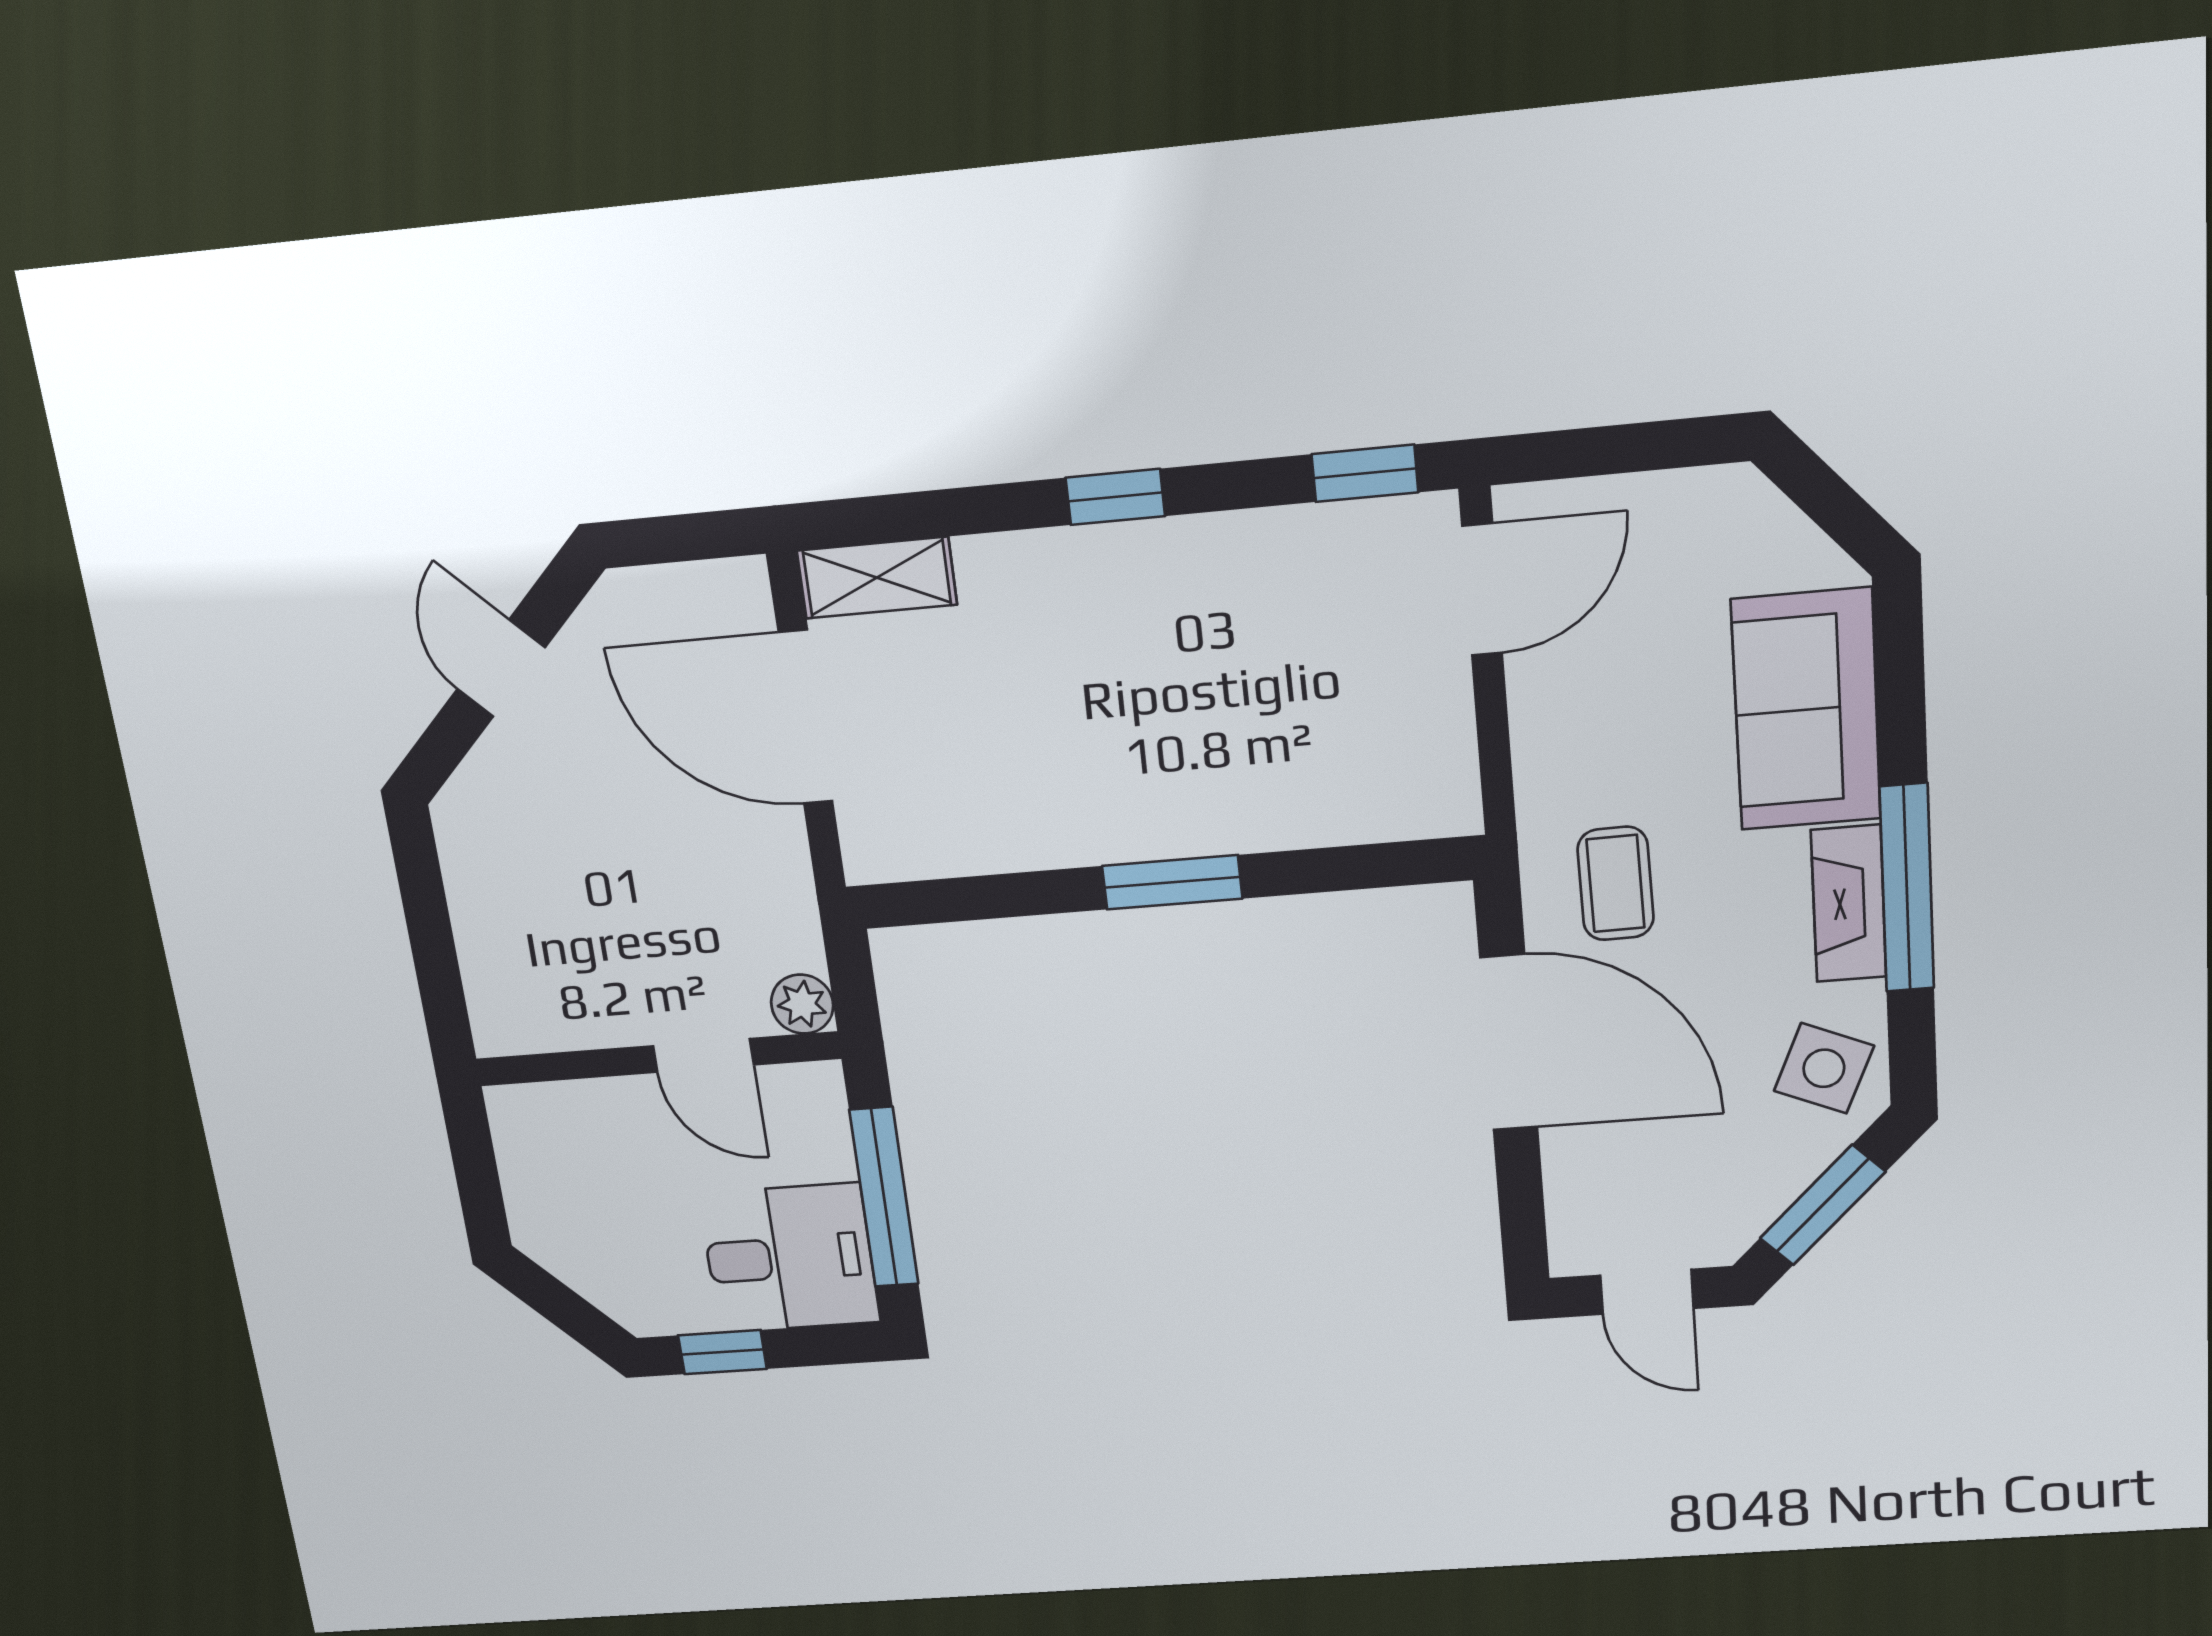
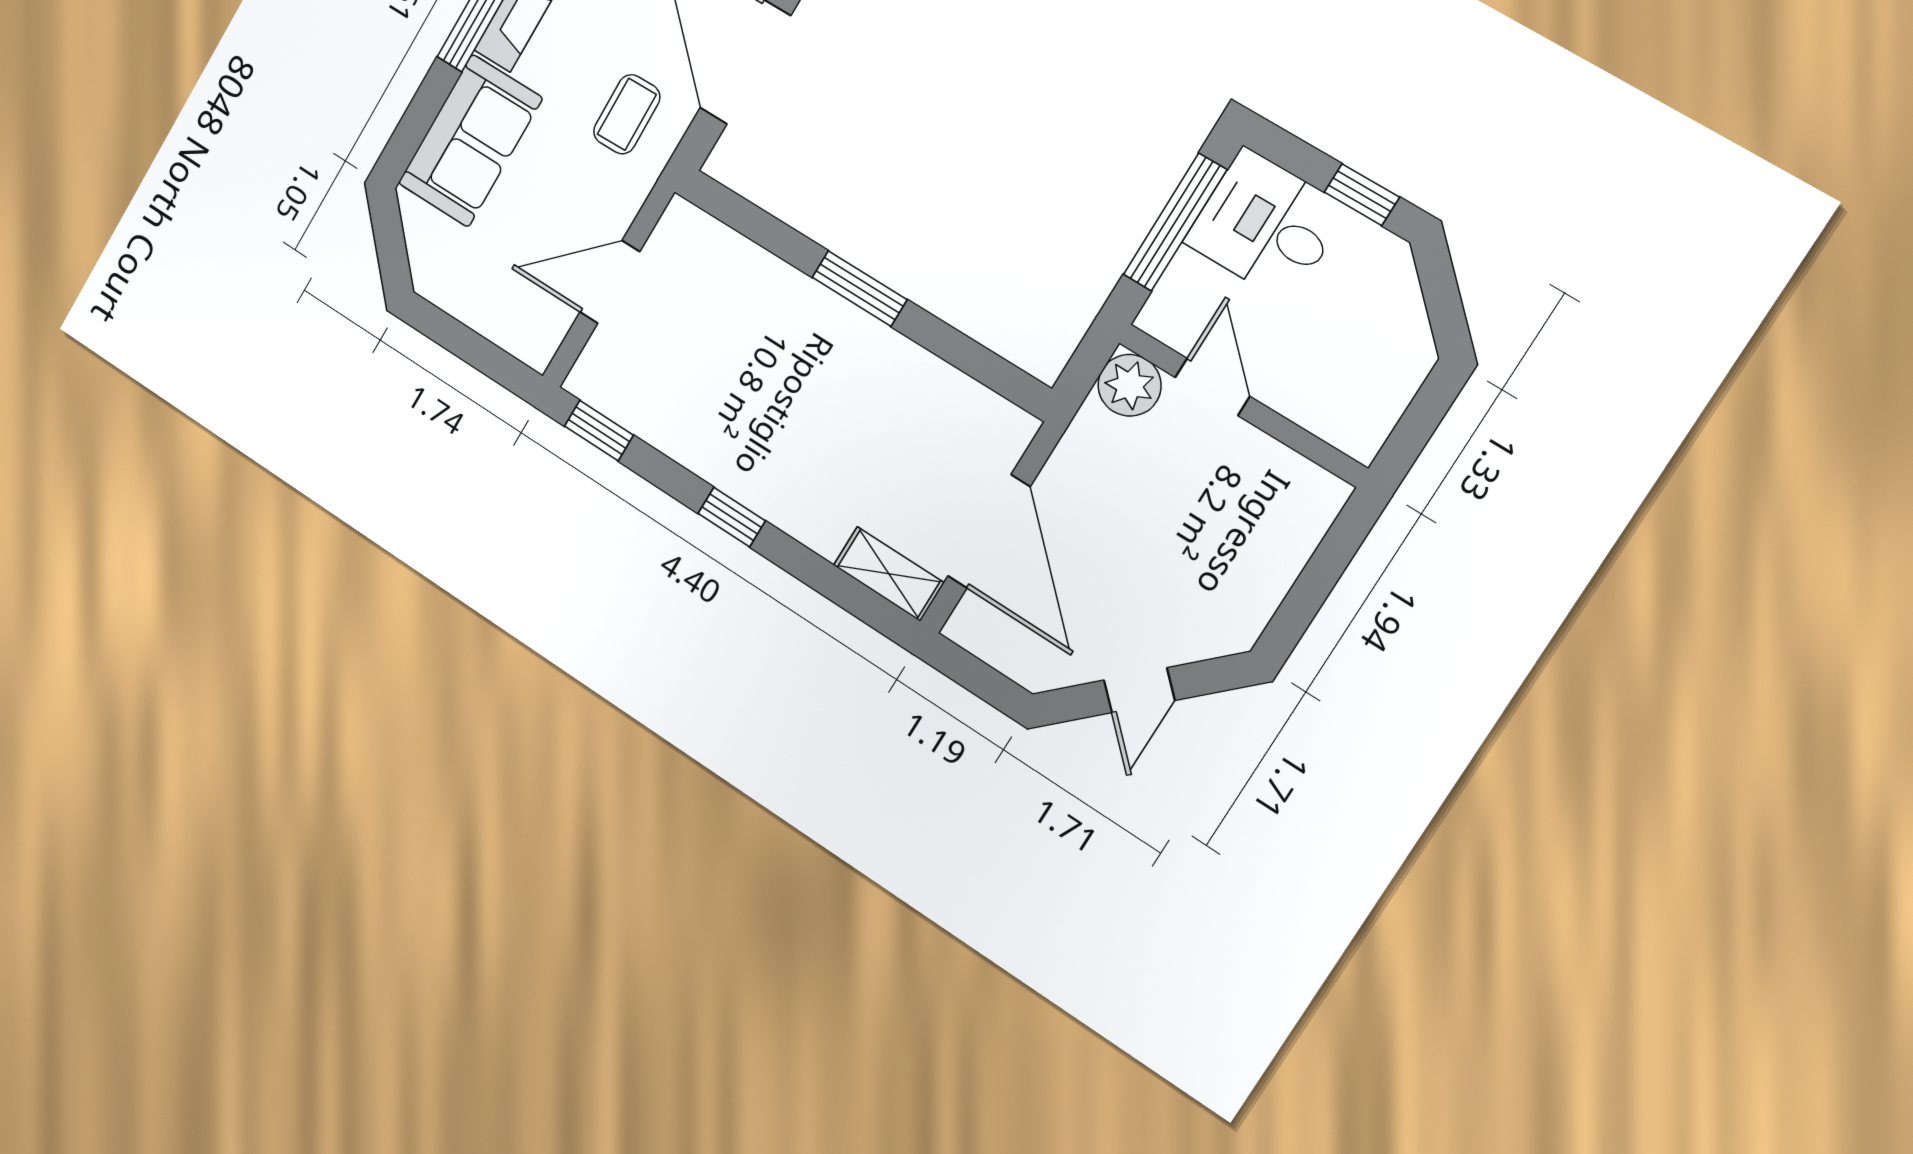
door: (1482, 590) -> (610, 282), moved
plant: (802, 1004) -> (1130, 385), width x1.38, depth x1.38

